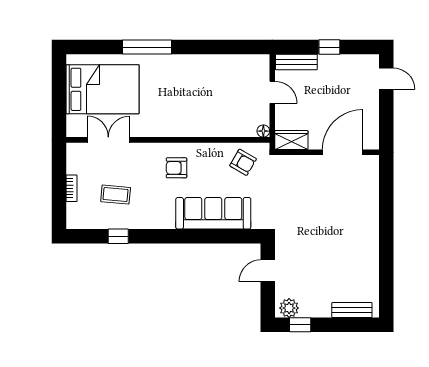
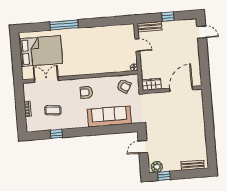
wardrobe: (291, 140) -> (151, 84), moved
wall: (327, 152) -> (172, 90), moved
door: (343, 152) -> (181, 89), moved

